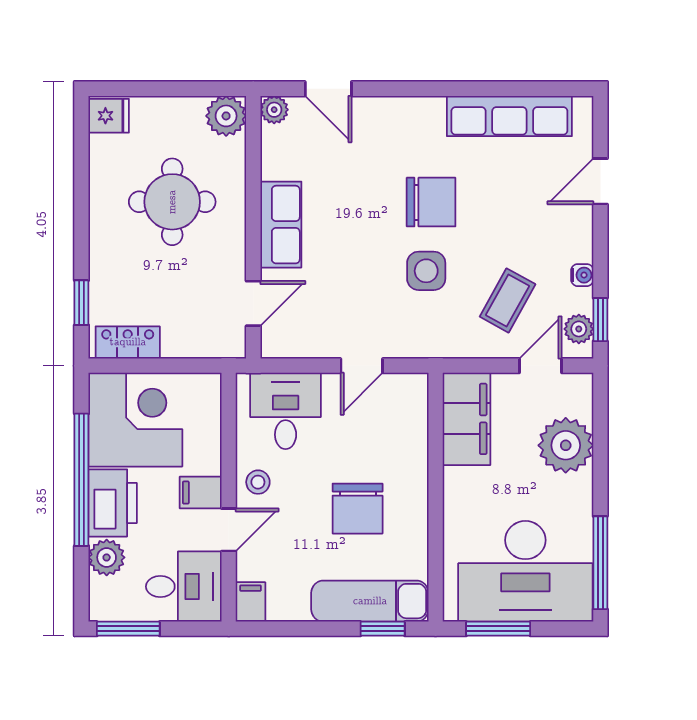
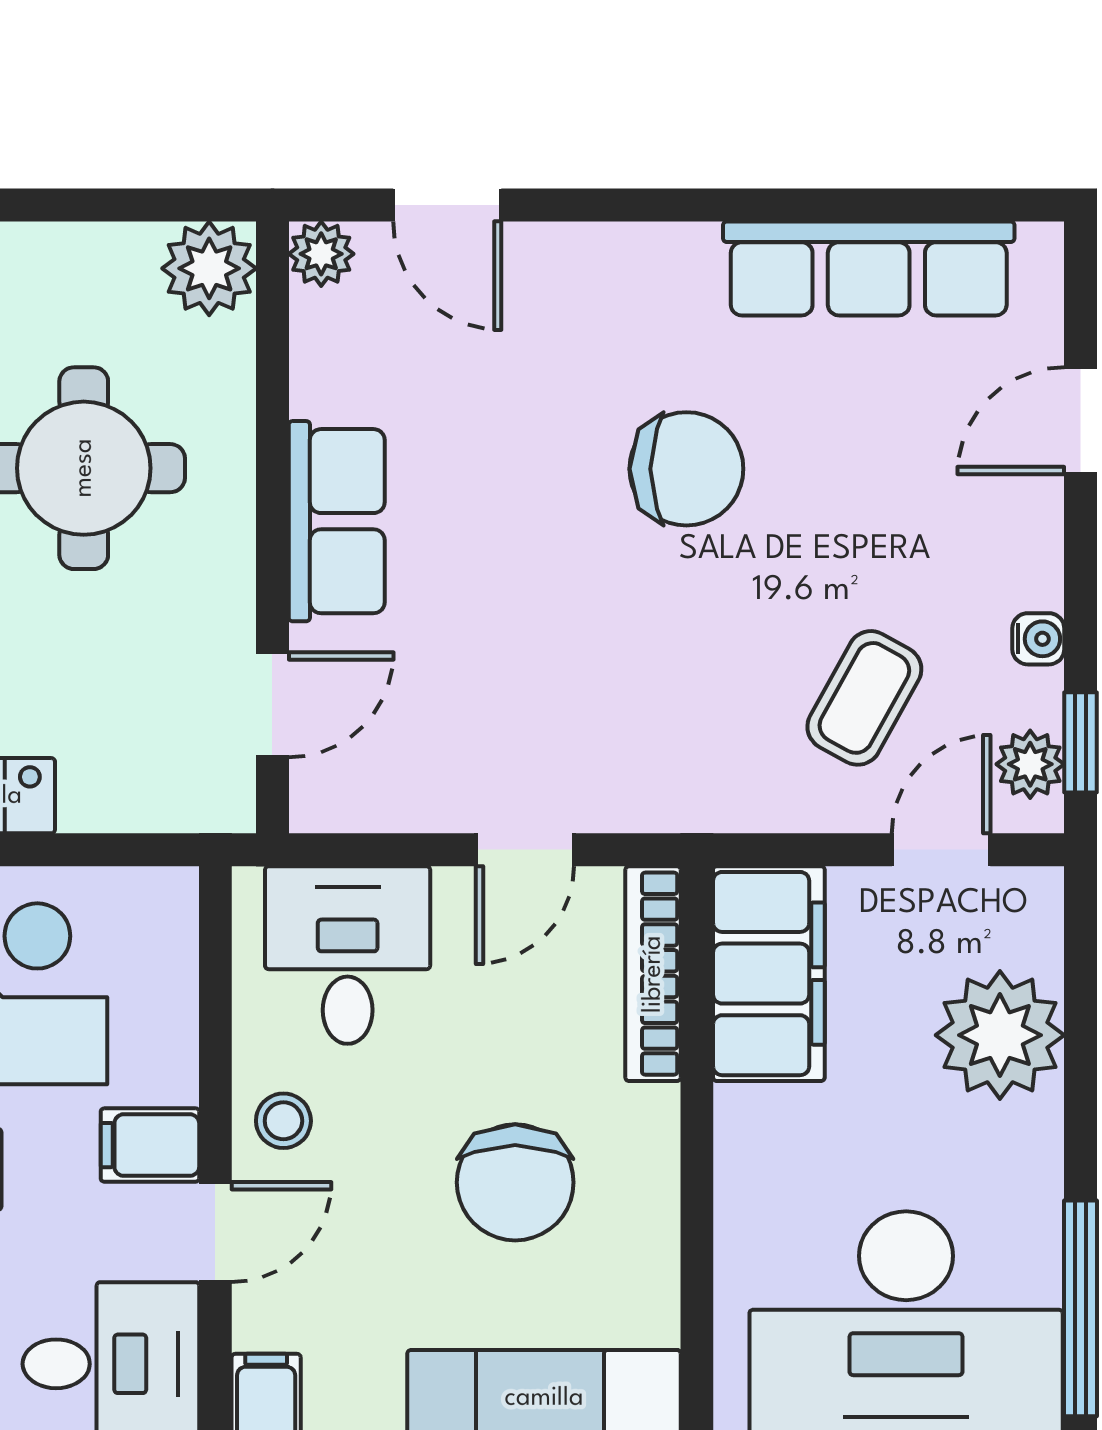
side table: (426, 271) -> (675, 629), removed
bookcase: (417, 419) -> (653, 974), added

